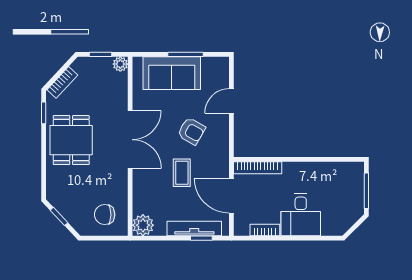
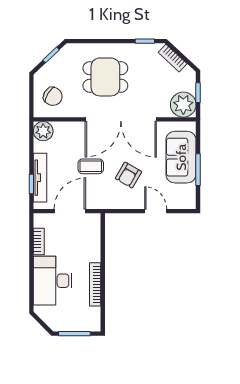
plant: (120, 64) -> (183, 105), width x1.88, depth x1.88
dining table: (71, 140) -> (105, 77), moved
double door: (130, 140) -> (121, 119), width x1.36
bookcase: (258, 168) -> (95, 284), moved
chair: (105, 215) -> (53, 96), turned 121
desk: (301, 215) -> (53, 281), width x1.37

